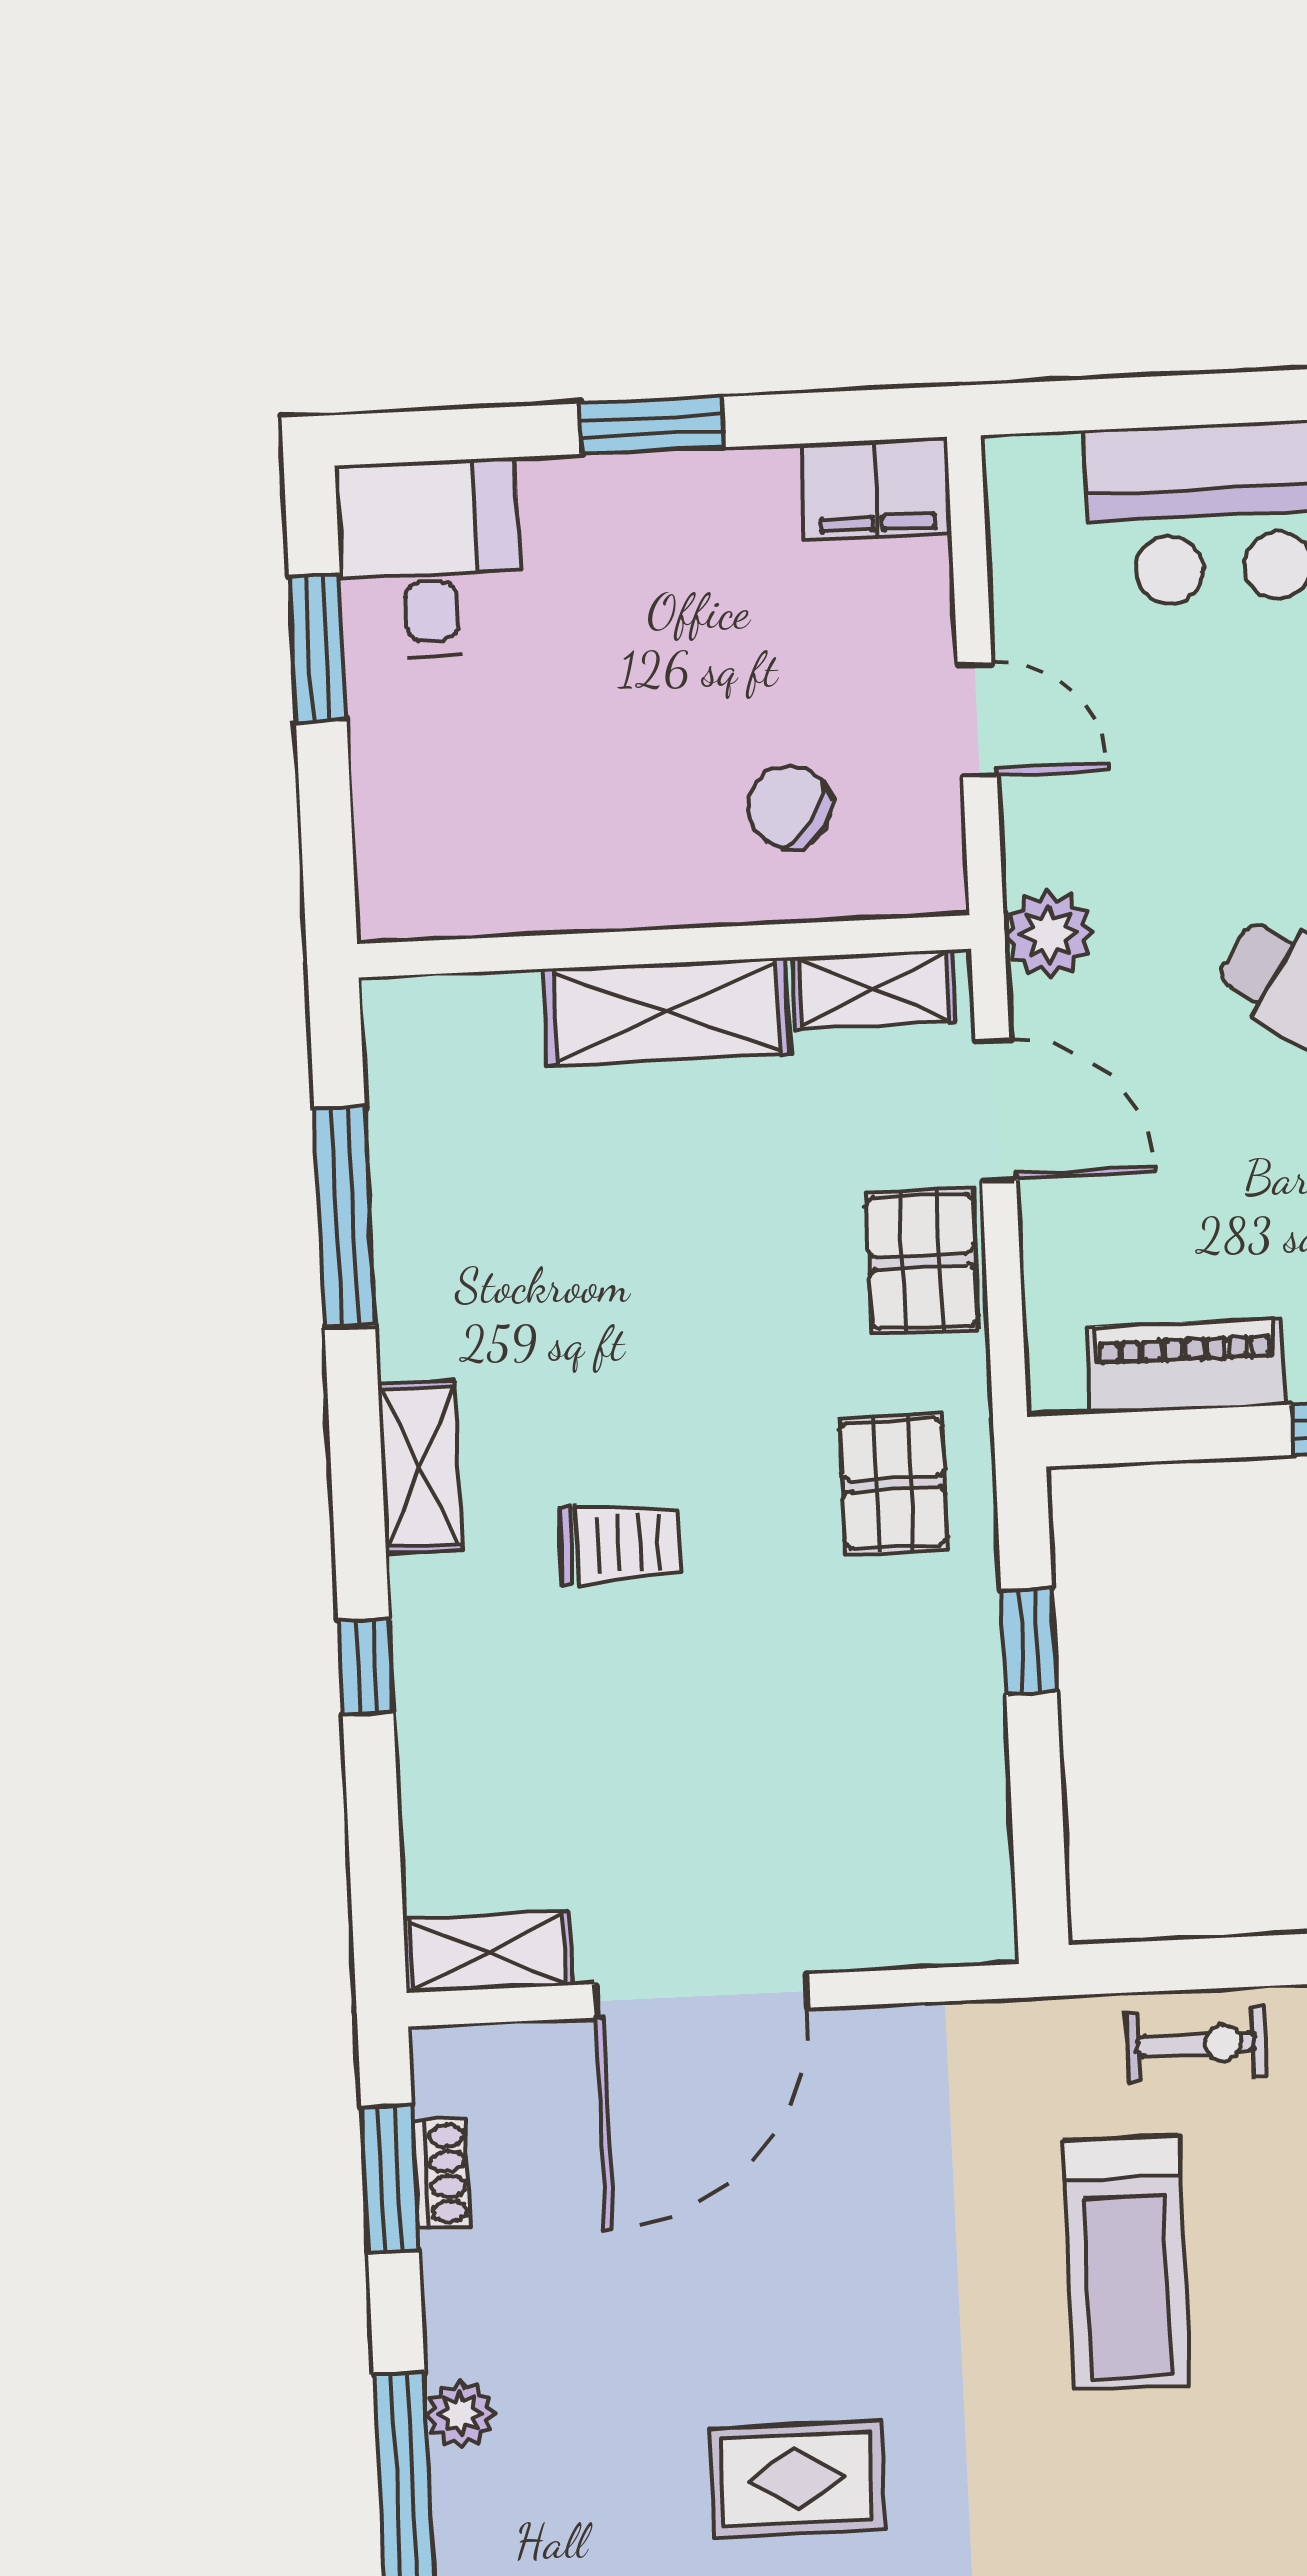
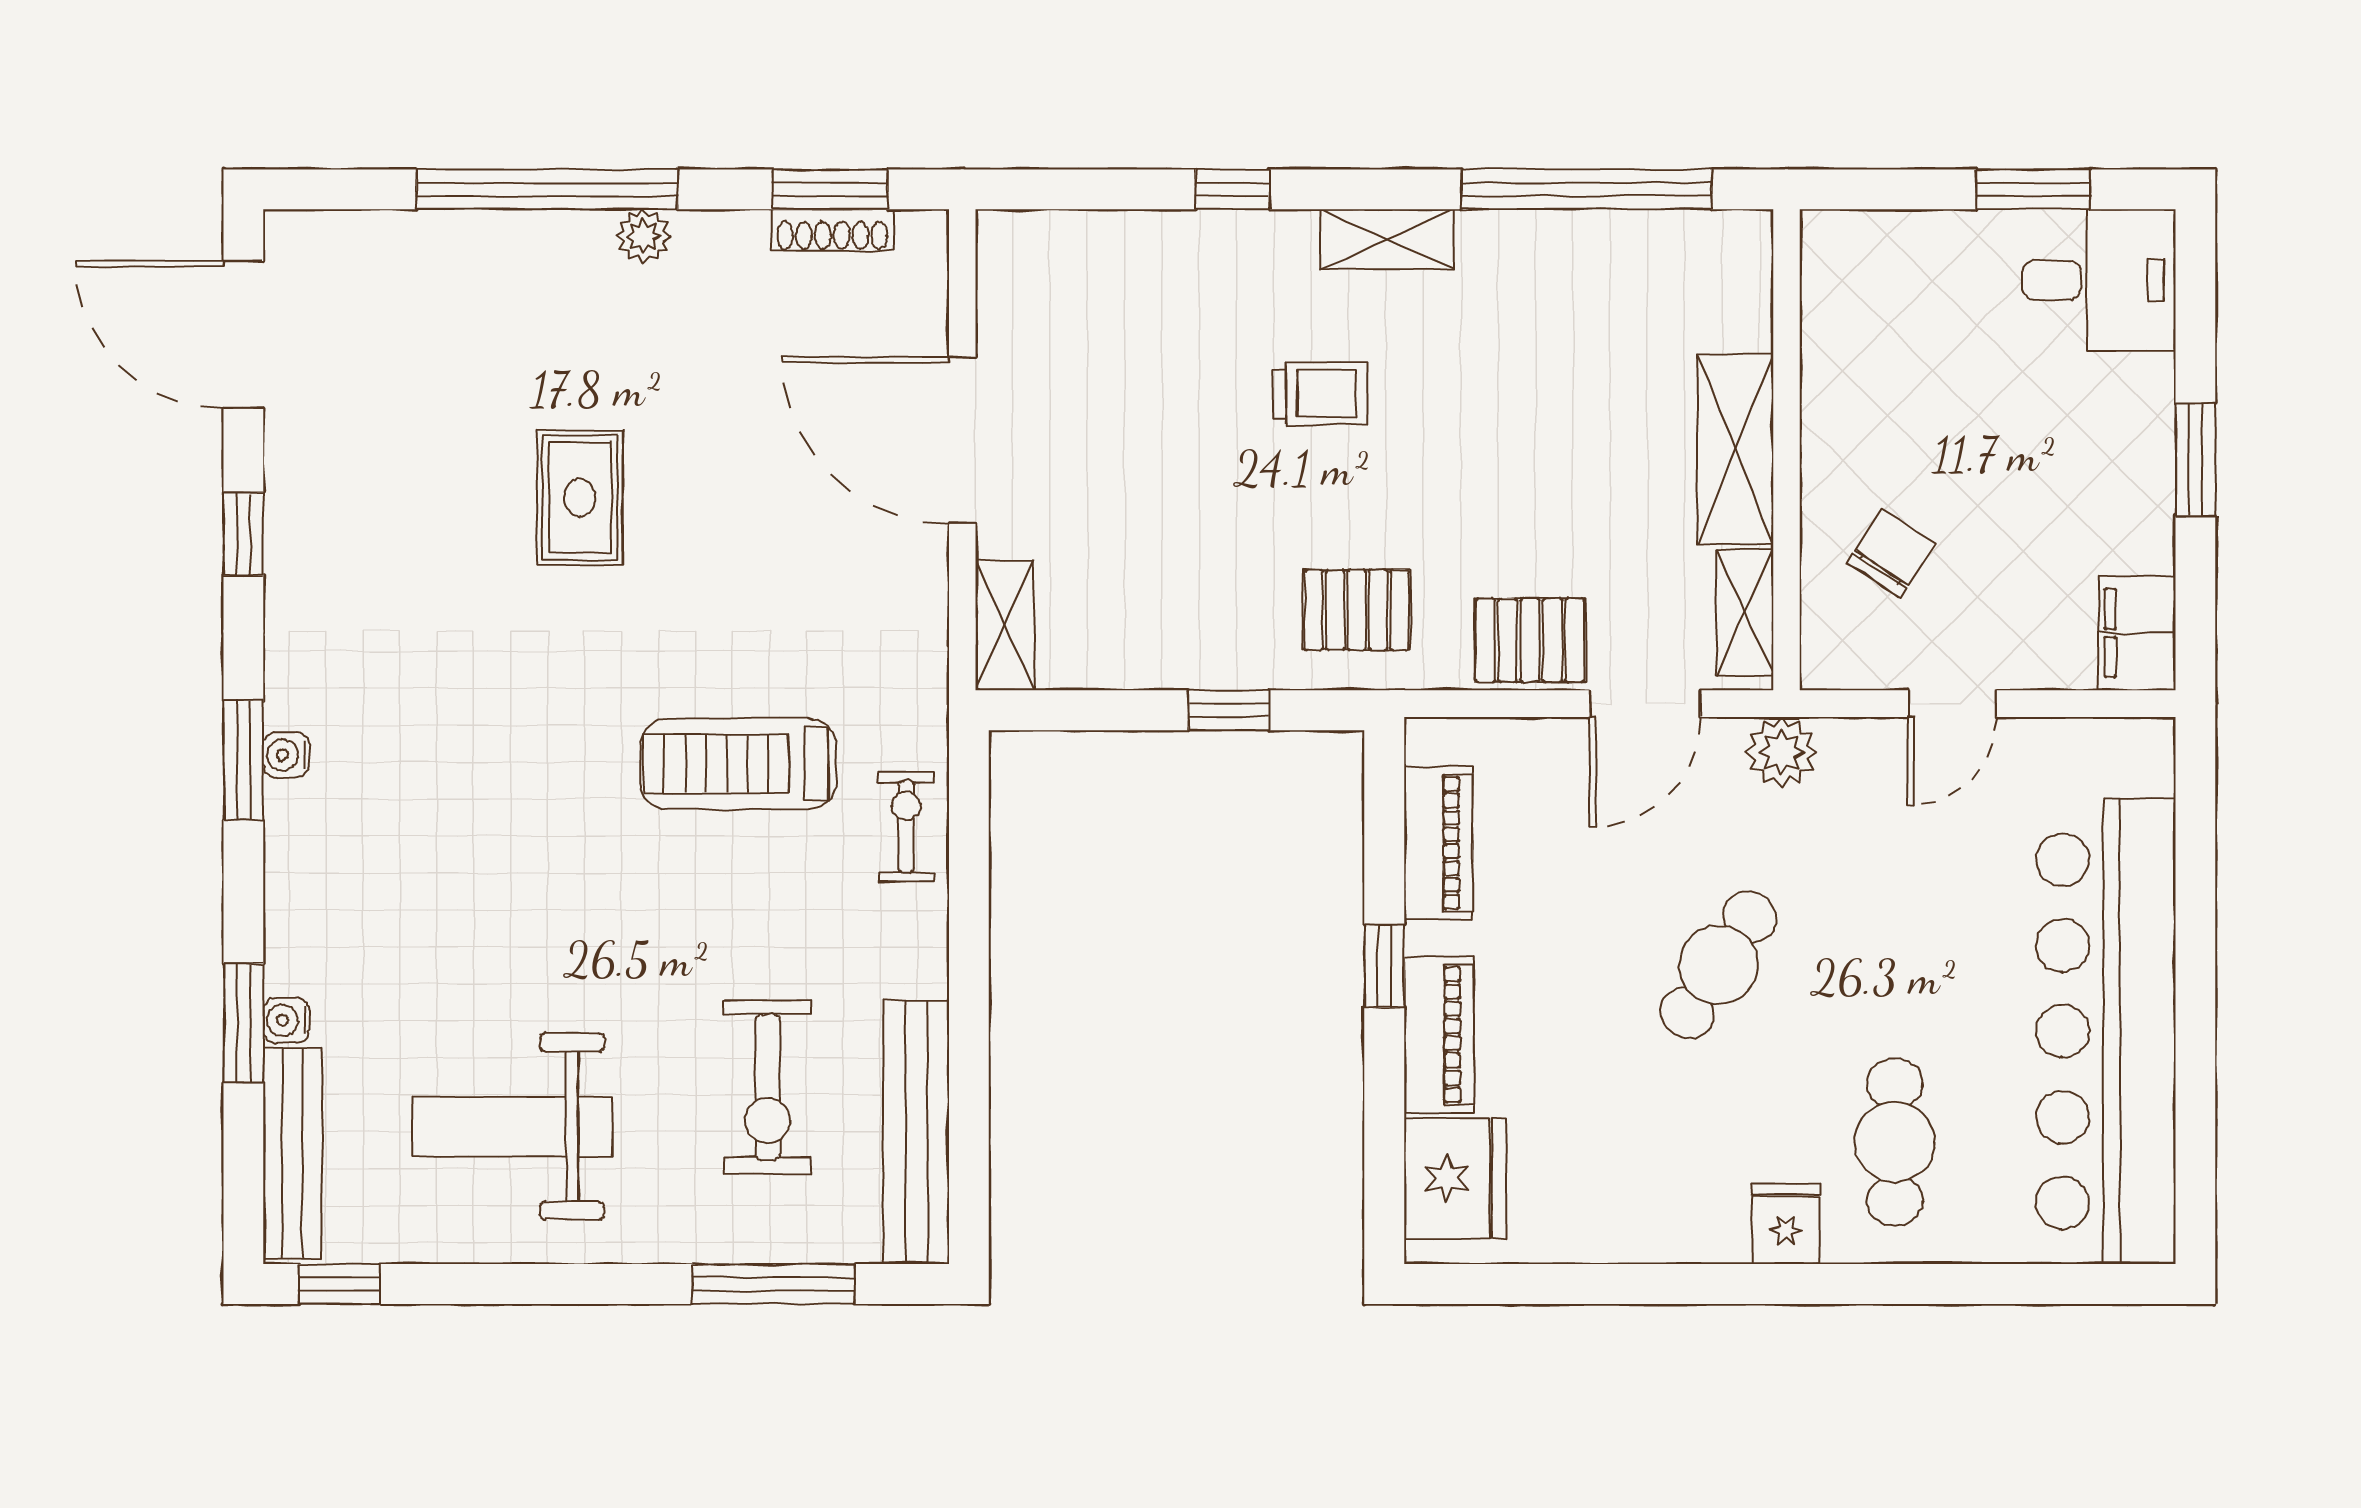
window: (345, 1217) -> (1586, 189), width x1.46
trolley: (621, 1543) -> (1320, 394), turned -90
shelving: (488, 1952) -> (1005, 625), moved
exercise bike: (1197, 2044) -> (906, 827), turned 180
shoe rack: (442, 2174) -> (832, 230), width x1.43

